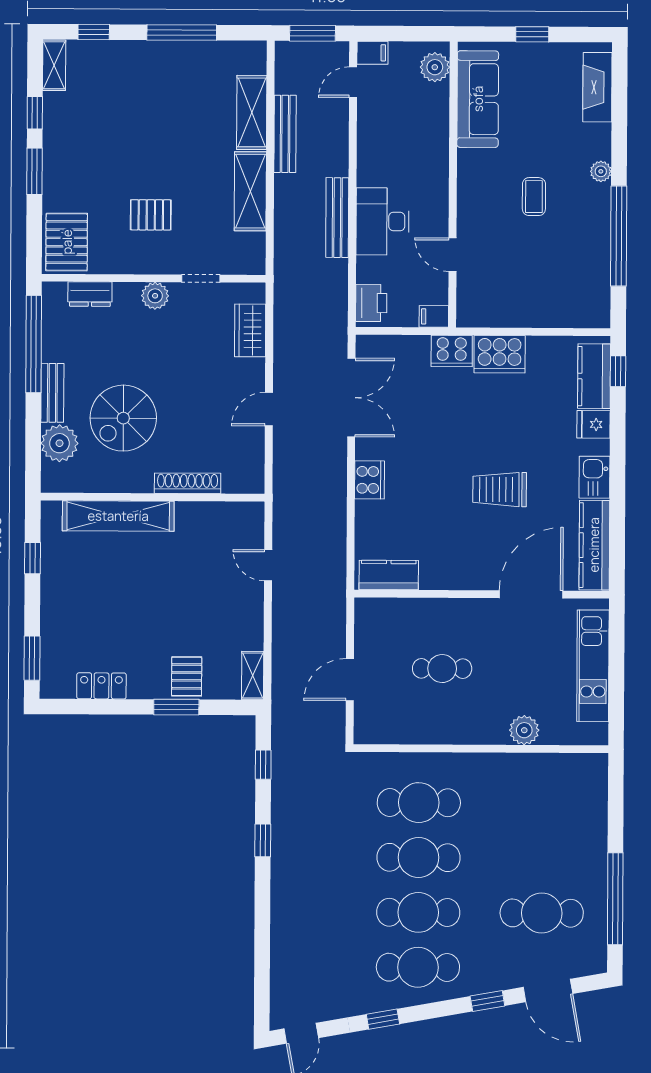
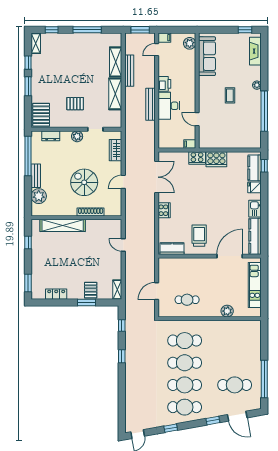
window: (532, 34) -> (245, 30), moved
printer: (371, 303) -> (164, 84), moved
spiral stairs: (123, 418) -> (84, 182), moved, turned 90
trolley: (500, 489) -> (199, 236), moved, turned 90
cafe table: (442, 669) -> (187, 300), moved

